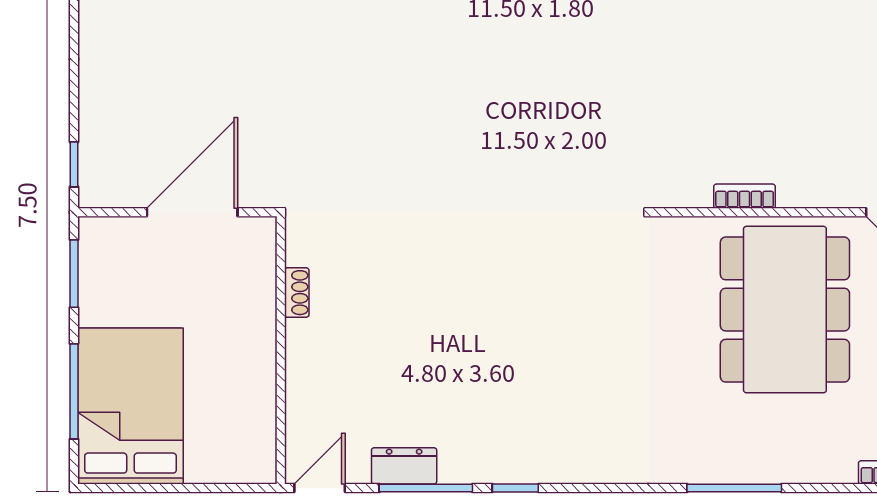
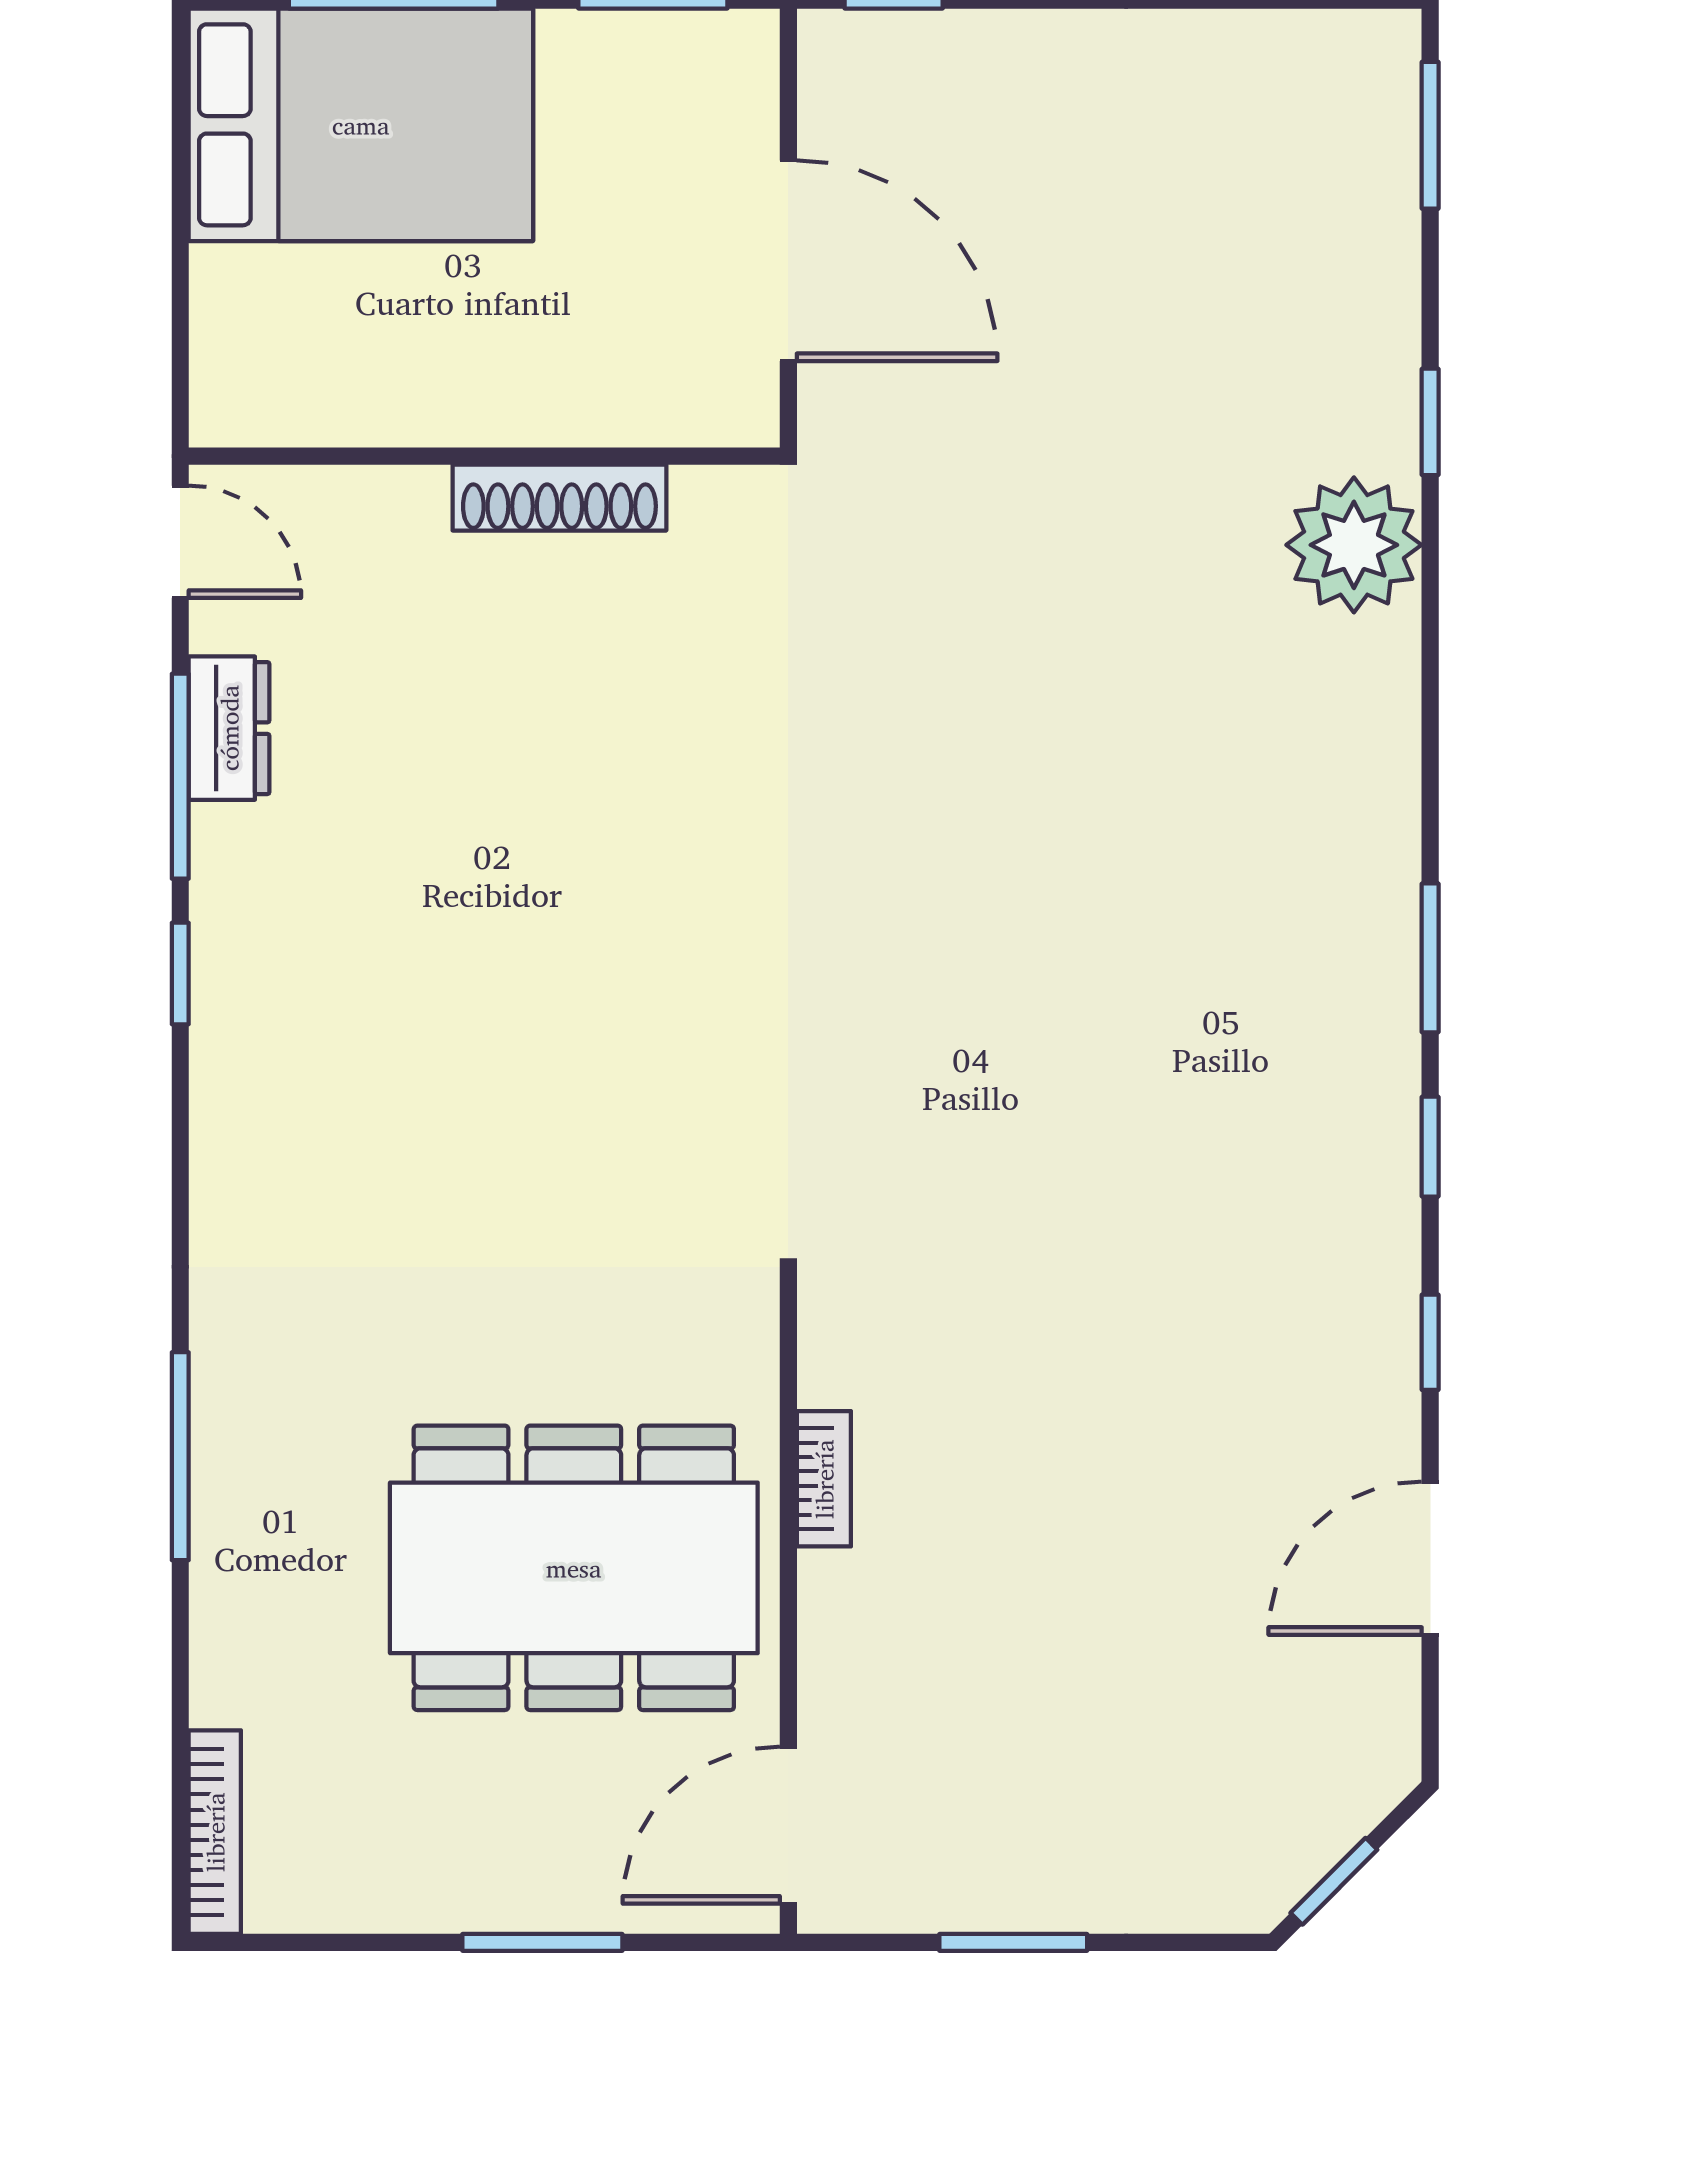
shoe rack: (297, 293) -> (559, 498), width x1.94, depth x1.24

